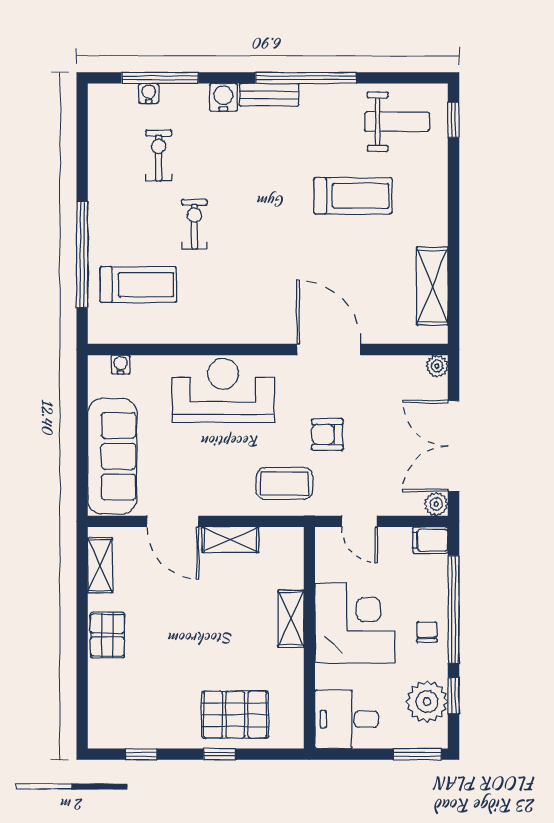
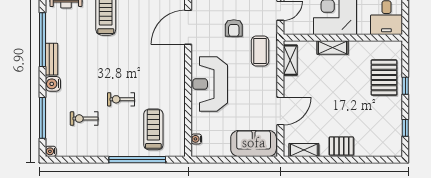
water cooler: (149, 93) -> (51, 151), moved
sofa: (112, 456) -> (254, 143), width x0.73
shelving: (230, 540) -> (290, 60), moved

